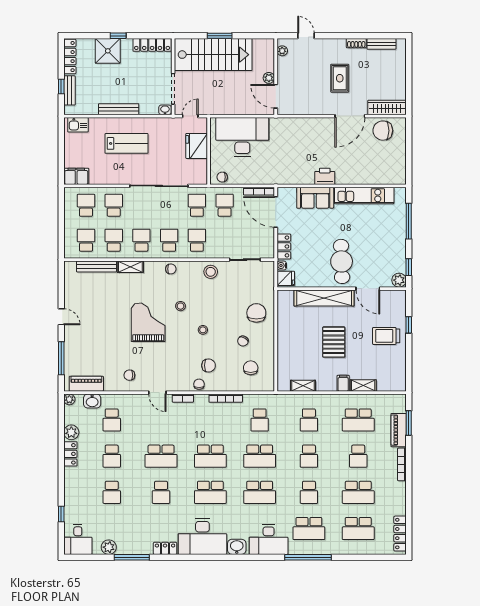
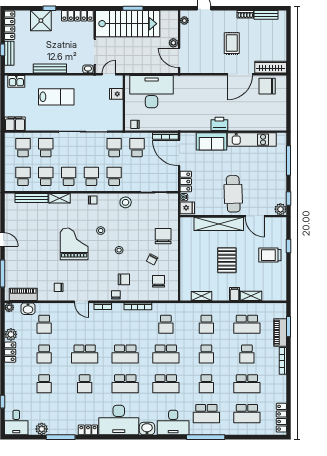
fridge: (197, 146) -> (116, 94), width x0.53, depth x0.75

